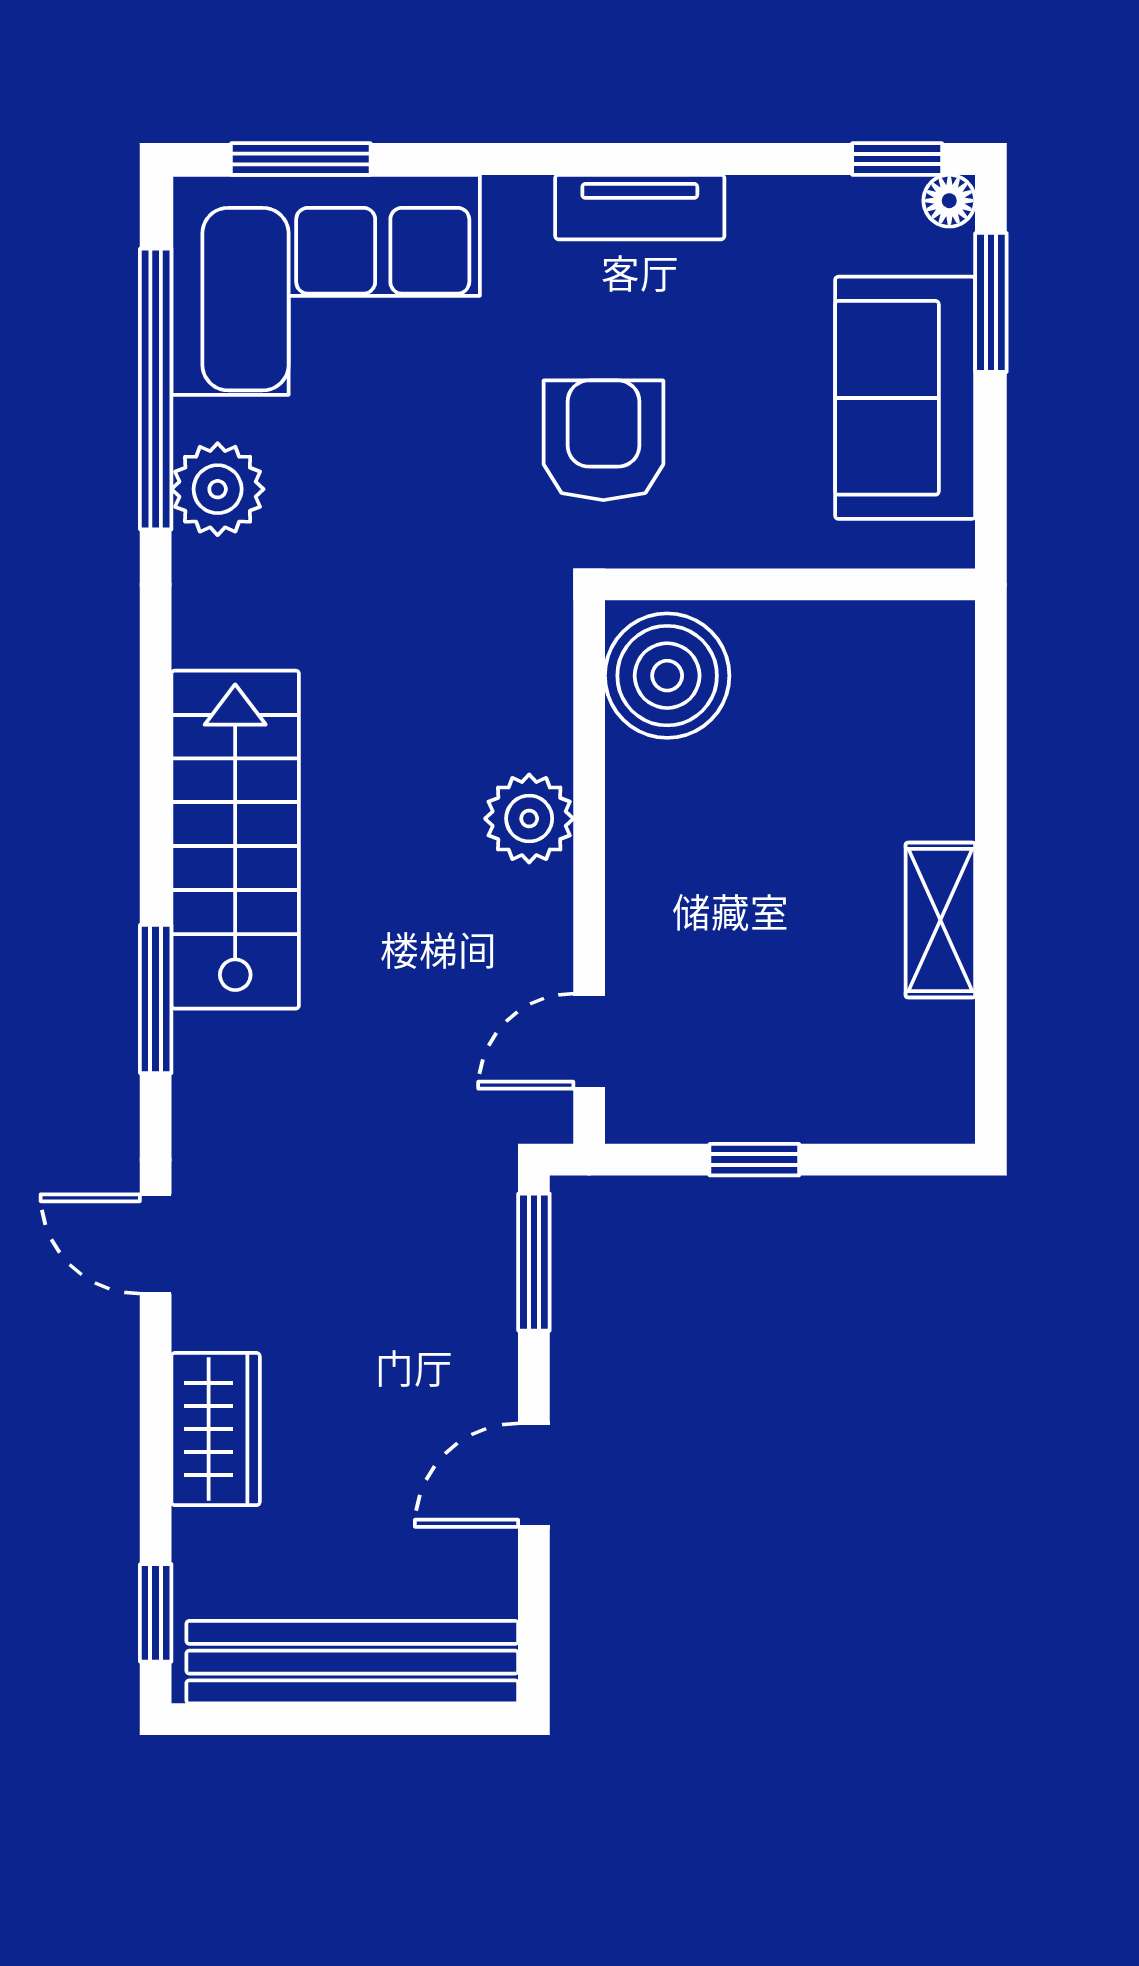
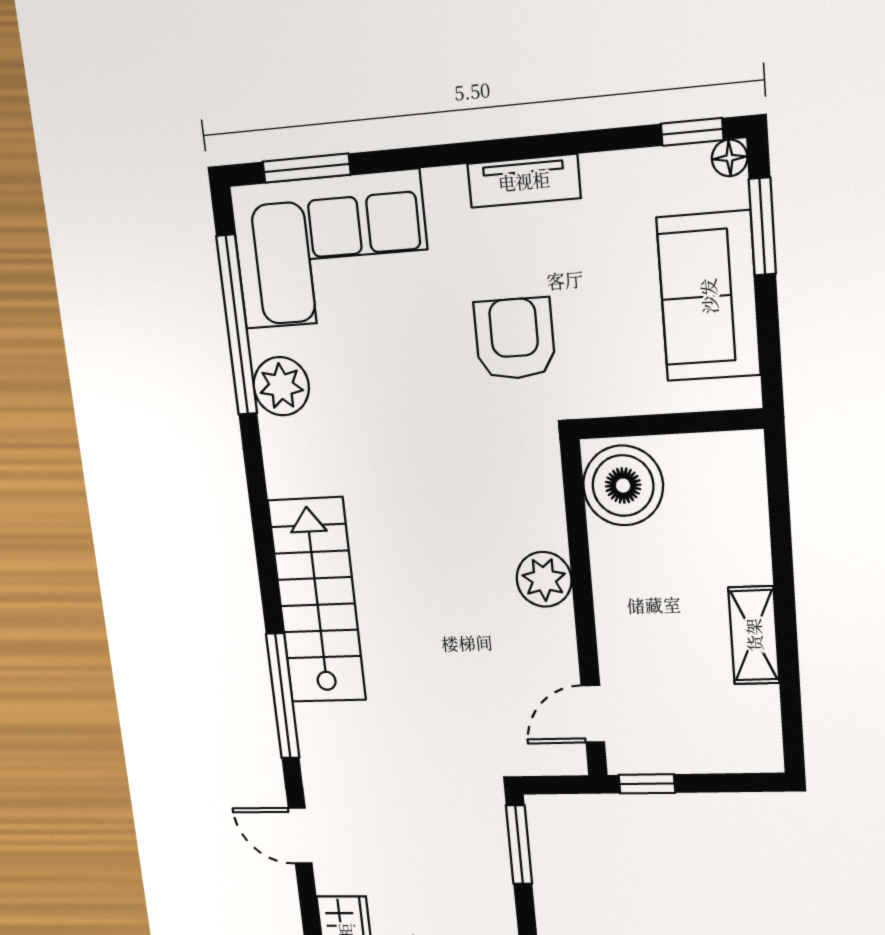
boiler: (667, 676) -> (623, 486), moved
plant: (529, 819) -> (544, 579), moved
wall: (589, 872) -> (584, 611), moved
window: (156, 999) -> (283, 696), width x1.44
door: (589, 1041) -> (593, 714), moved

